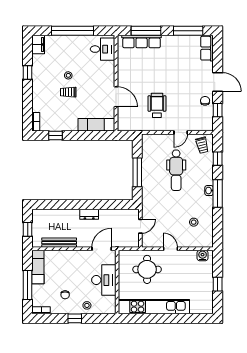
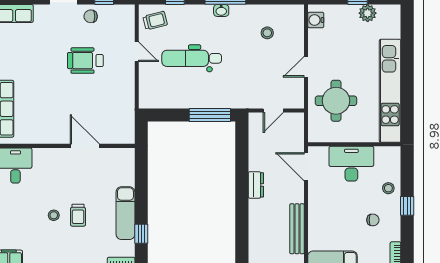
door: (116, 97) -> (85, 146), hinge flipped
wheelchair: (157, 105) -> (85, 61), moved
exam couch: (96, 125) -> (125, 213), moved
dental chair: (176, 170) -> (192, 58), turned 180
window: (137, 172) -> (210, 115), moved
door: (140, 226) -> (273, 110), swing flipped
plant: (207, 291) -> (368, 13), added

